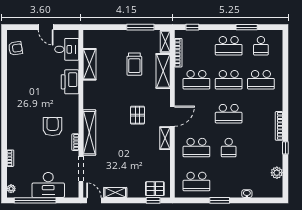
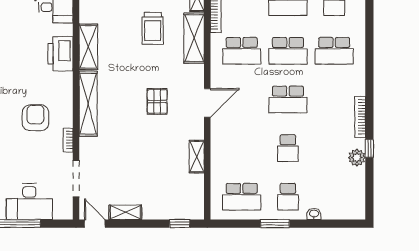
shelving: (89, 64) -> (88, 47), moved
shelving: (89, 133) -> (88, 104), moved
shelving: (165, 138) -> (197, 157), moved
school desk: (196, 148) -> (288, 197), moved, width x0.54
plant: (277, 173) -> (357, 158), moved
pallet: (155, 189) -> (182, 207), removed

